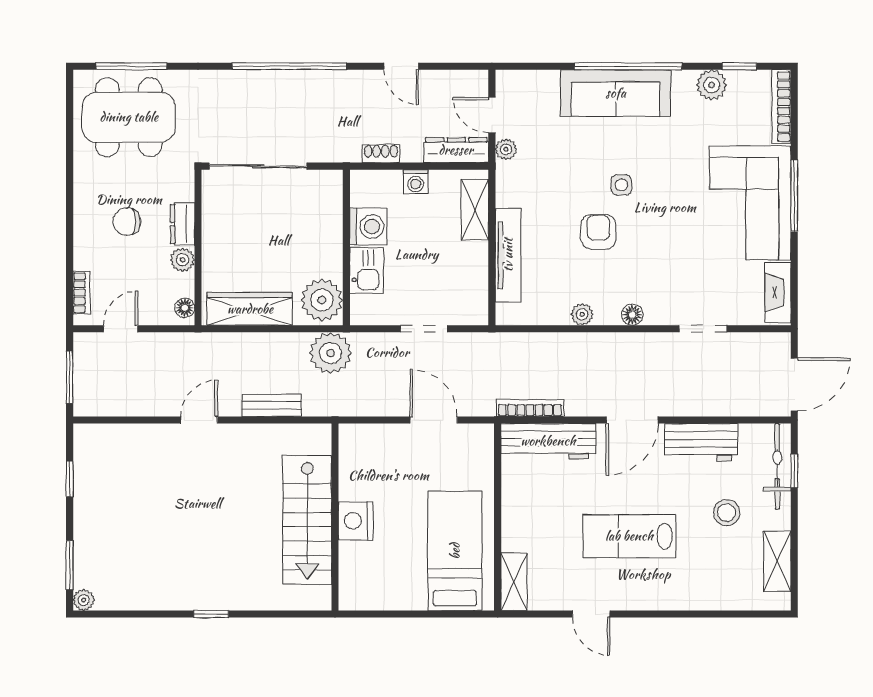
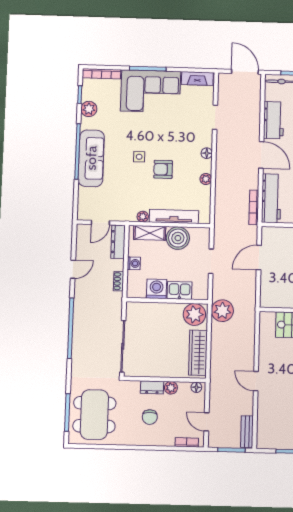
plant: (506, 149) -> (143, 217), moved
boiler: (467, 264) -> (178, 238), added
bench: (272, 405) -> (247, 432), moved

